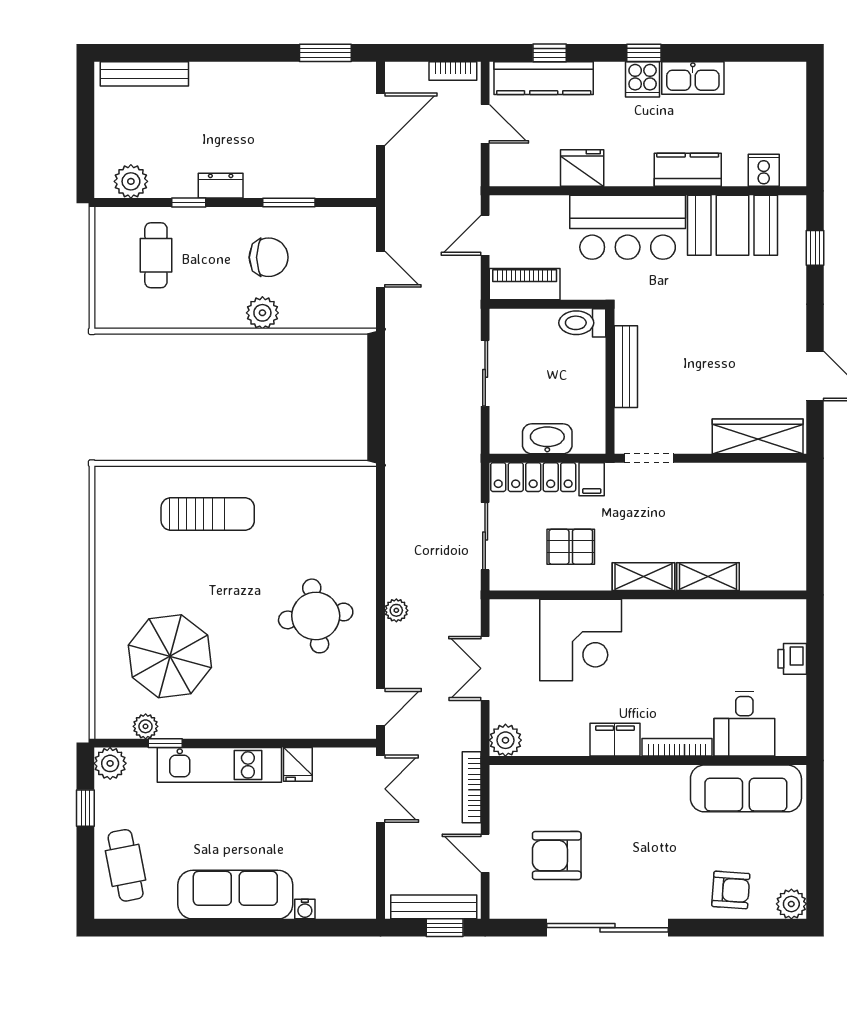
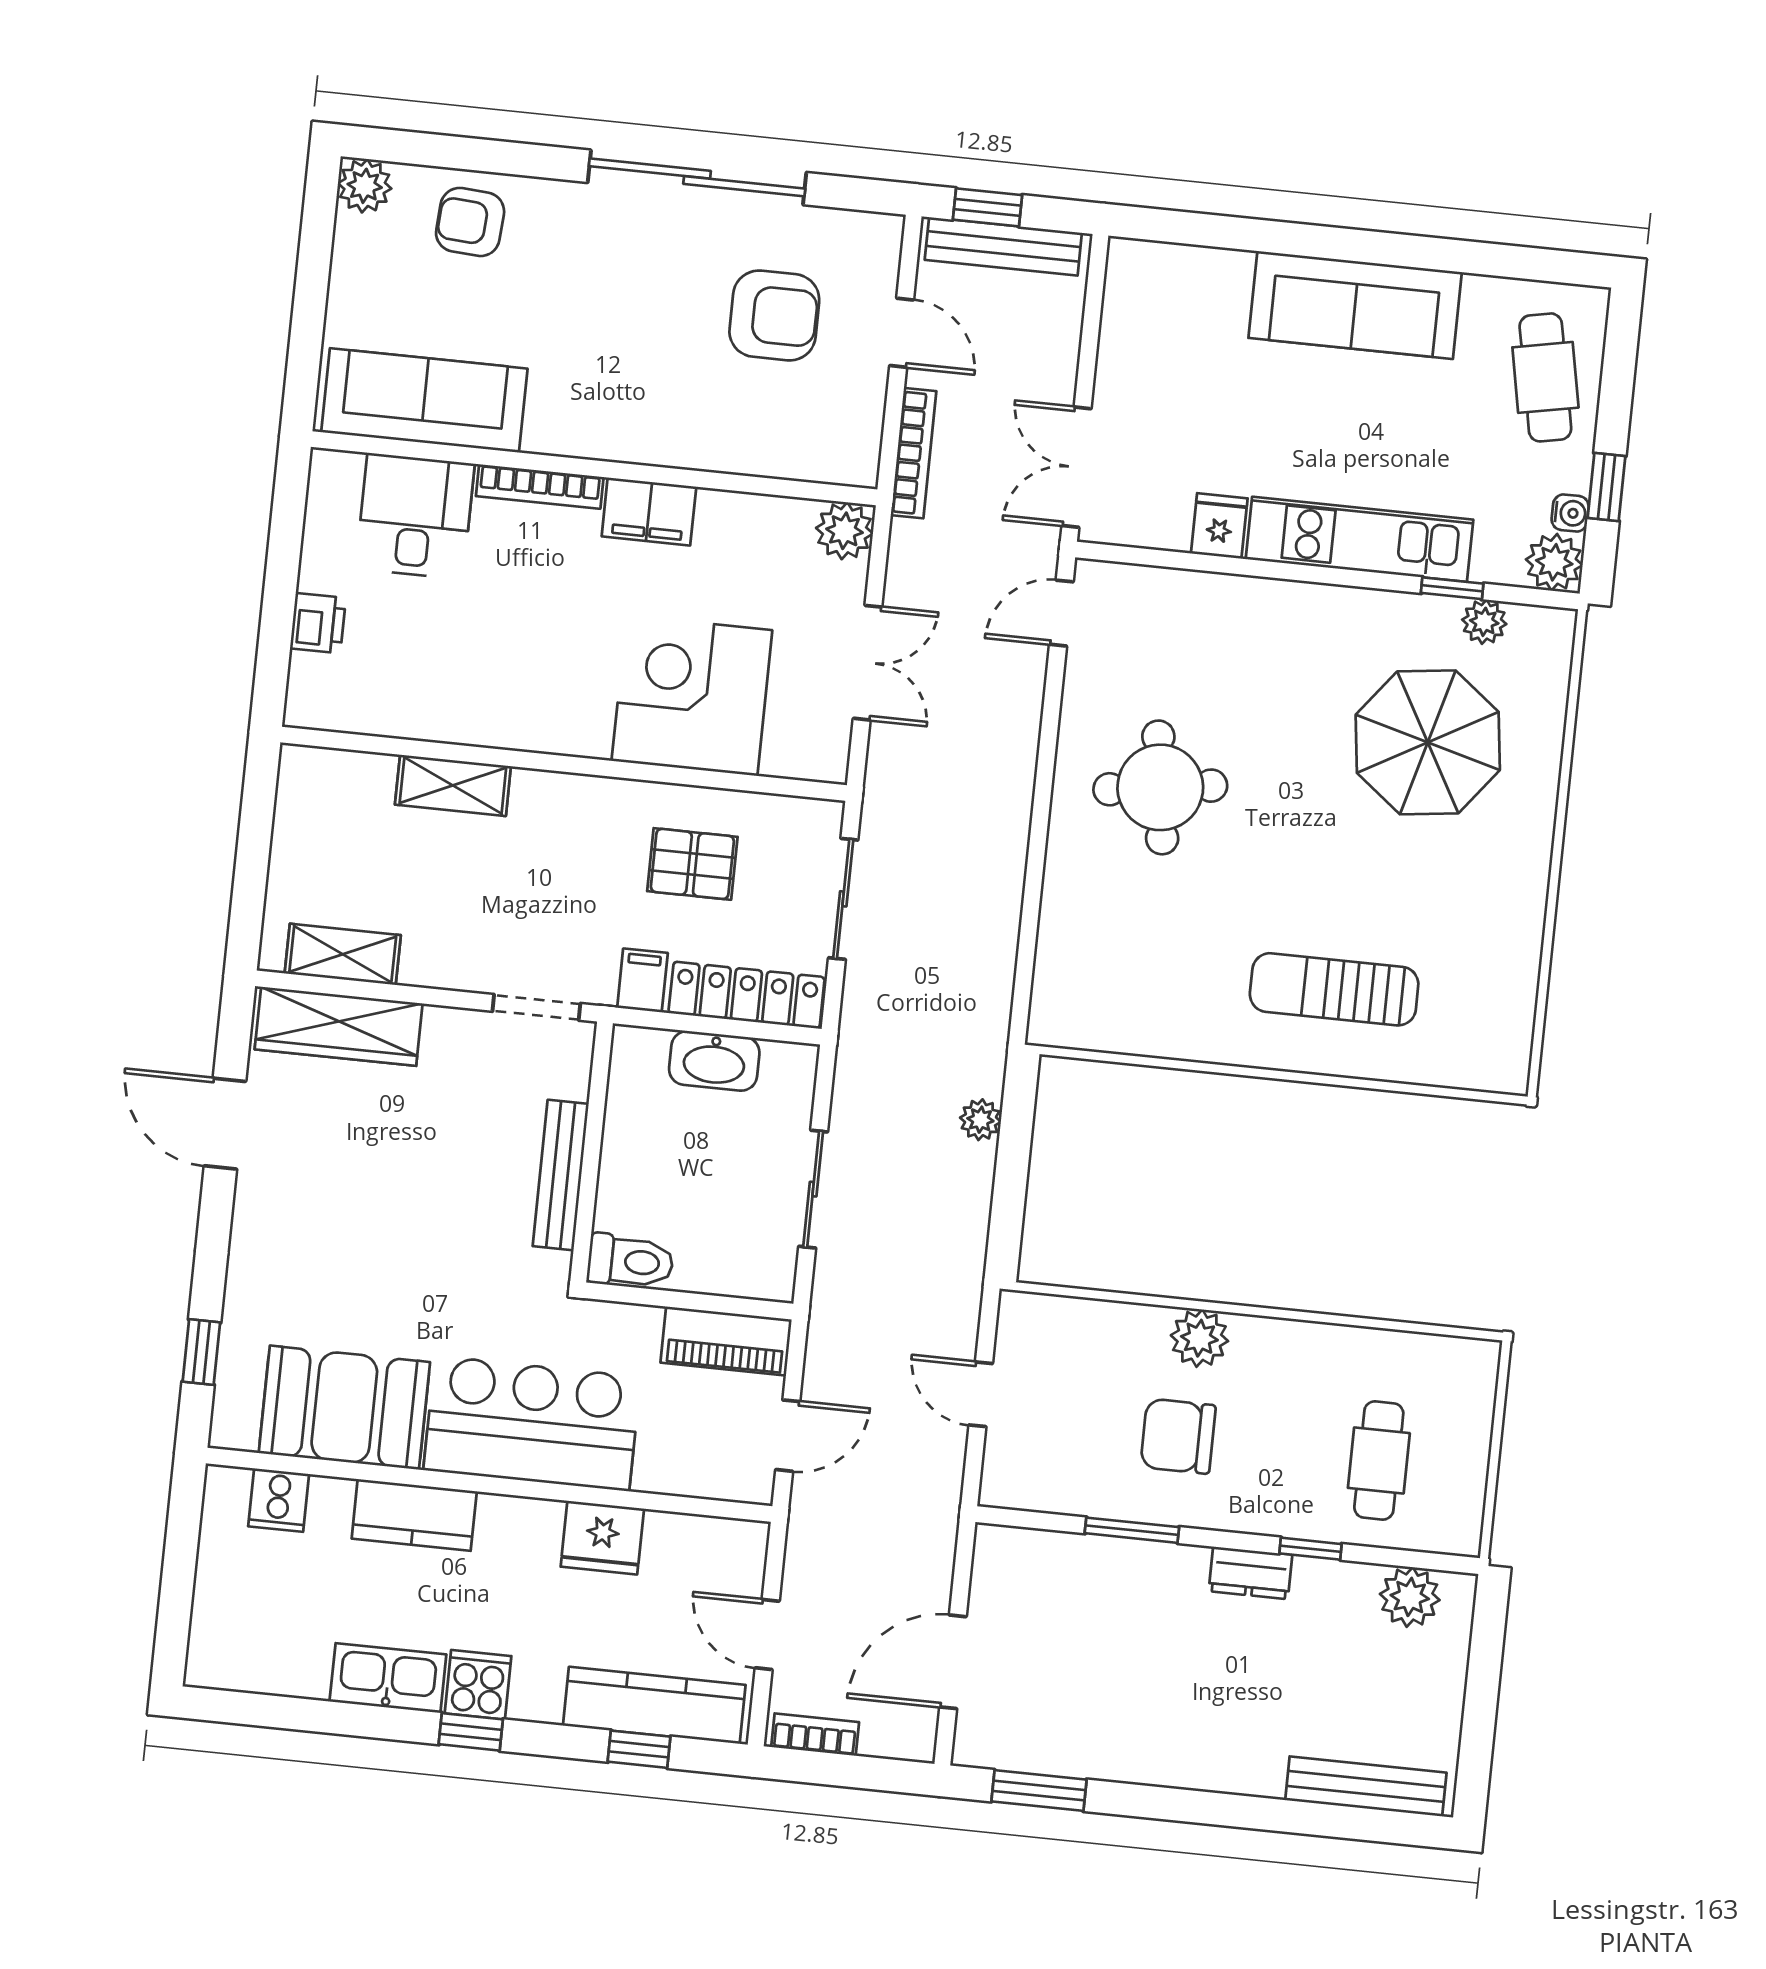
shelving: (644, 577) -> (343, 954), moved
plant: (396, 610) -> (980, 1120), moved
water cooler: (305, 909) -> (1570, 513), moved, turned 90

